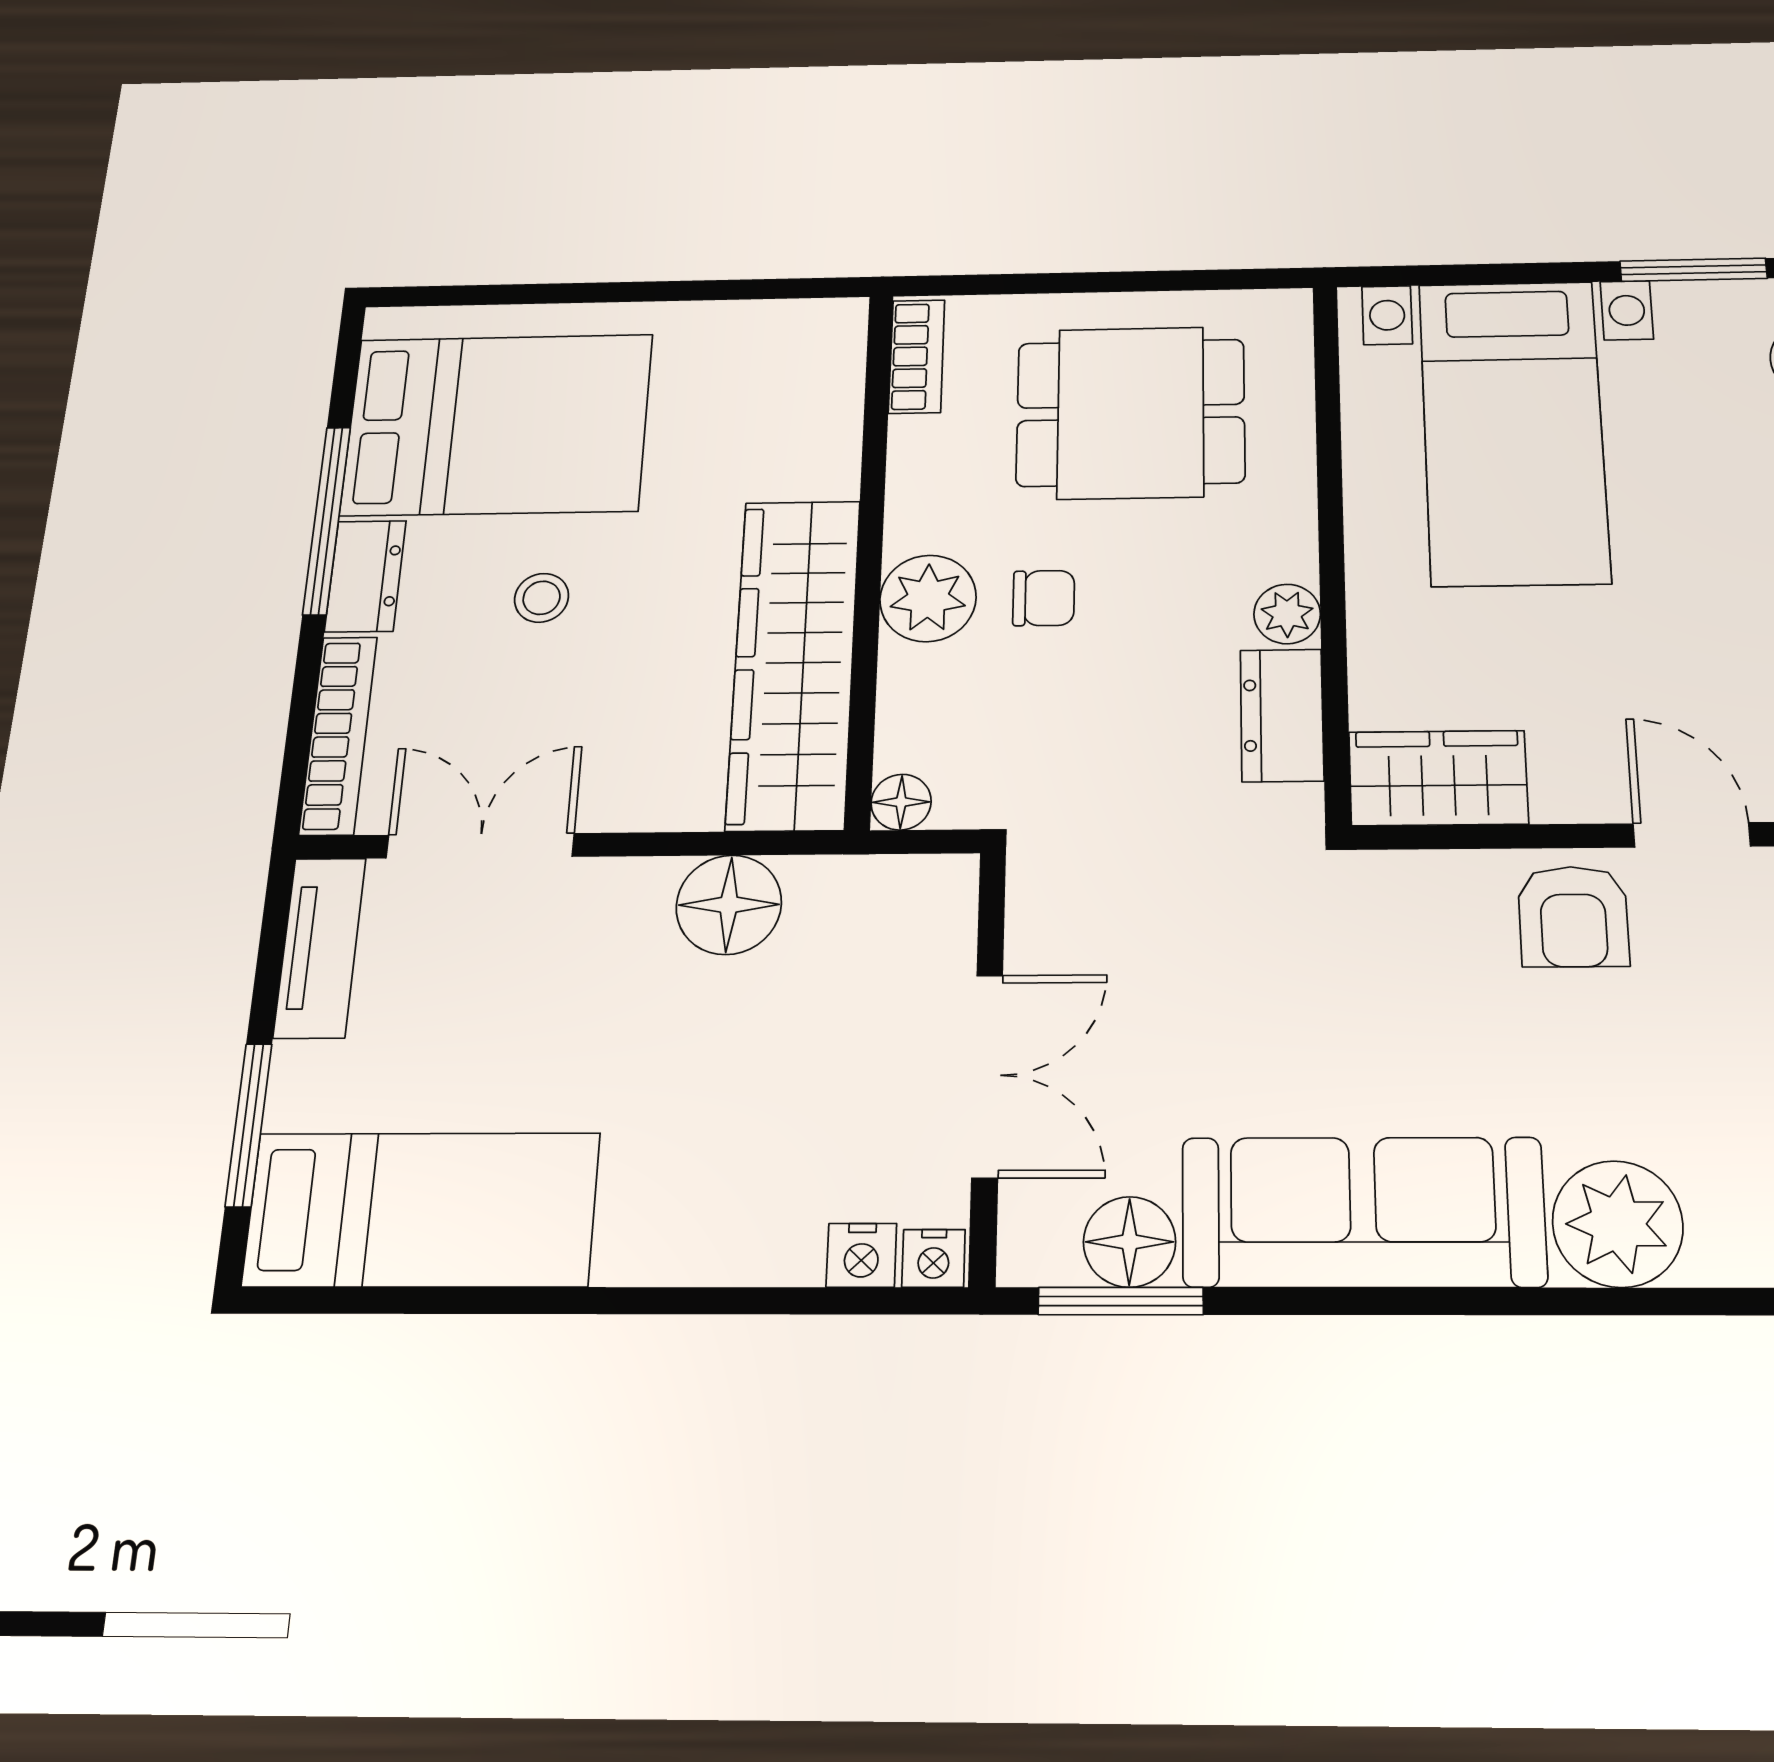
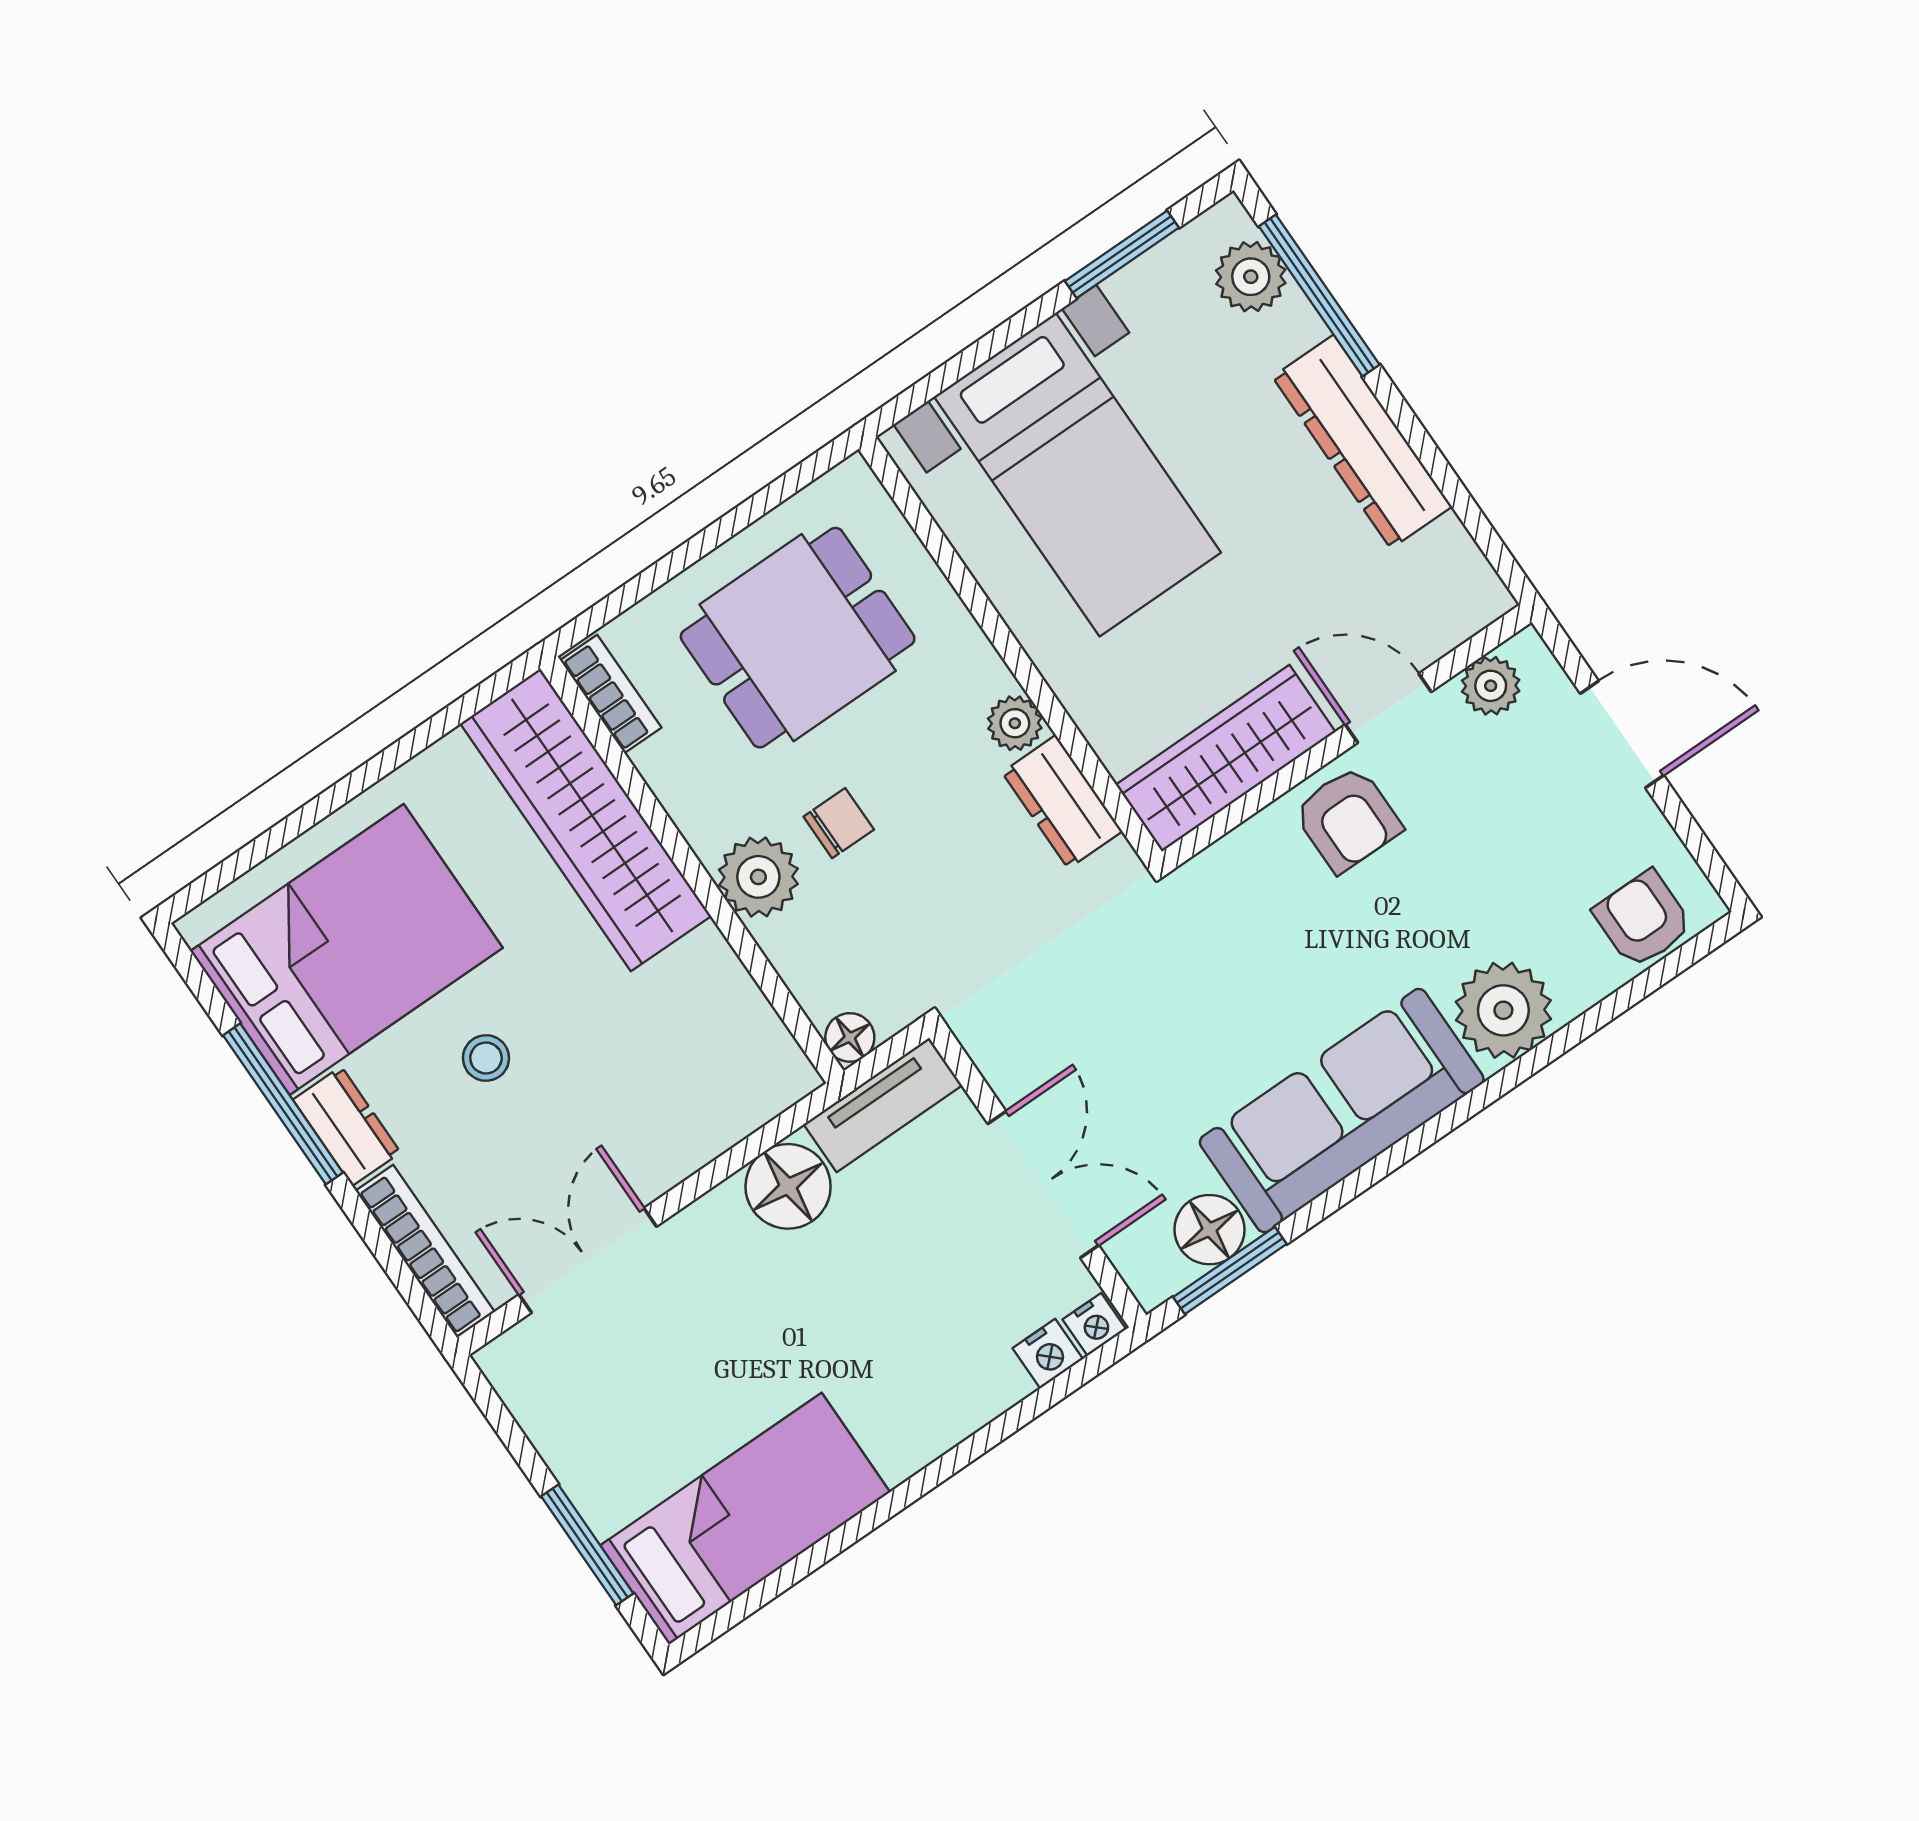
wardrobe: (794, 663) -> (586, 820), moved
wardrobe: (1438, 778) -> (1226, 758), width x1.50
tv unit: (320, 947) -> (883, 1105), moved, turned 90

